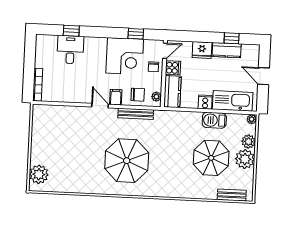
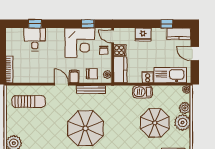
kitchen counter: (227, 50) -> (179, 34), moved
door: (165, 51) -> (113, 37), swing flipped
barbecue: (214, 120) -> (143, 92), moved
sun lounger: (59, 125) -> (29, 102), added

